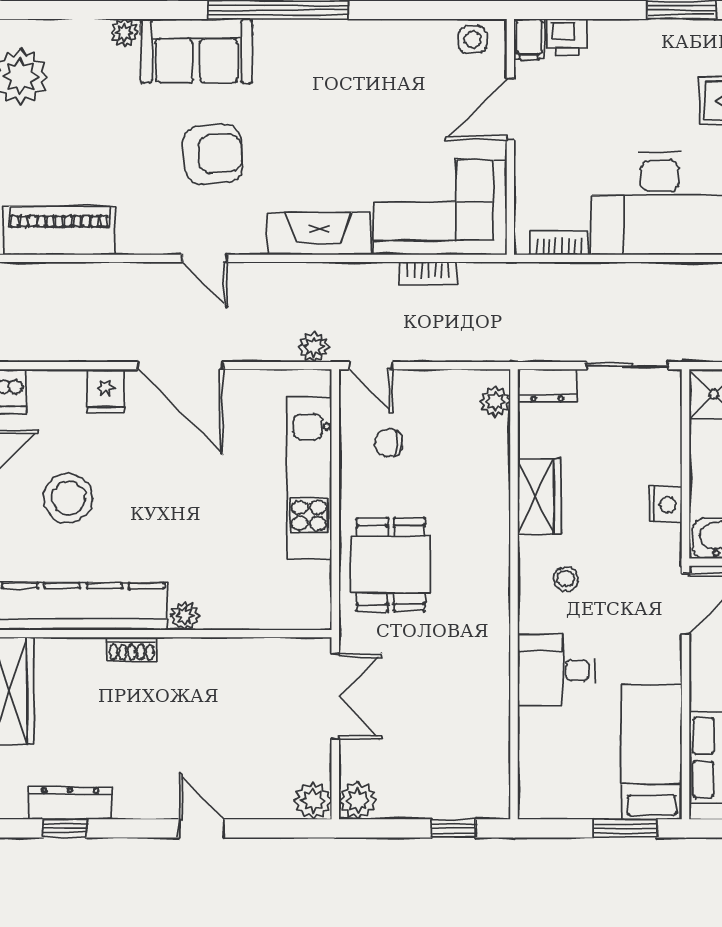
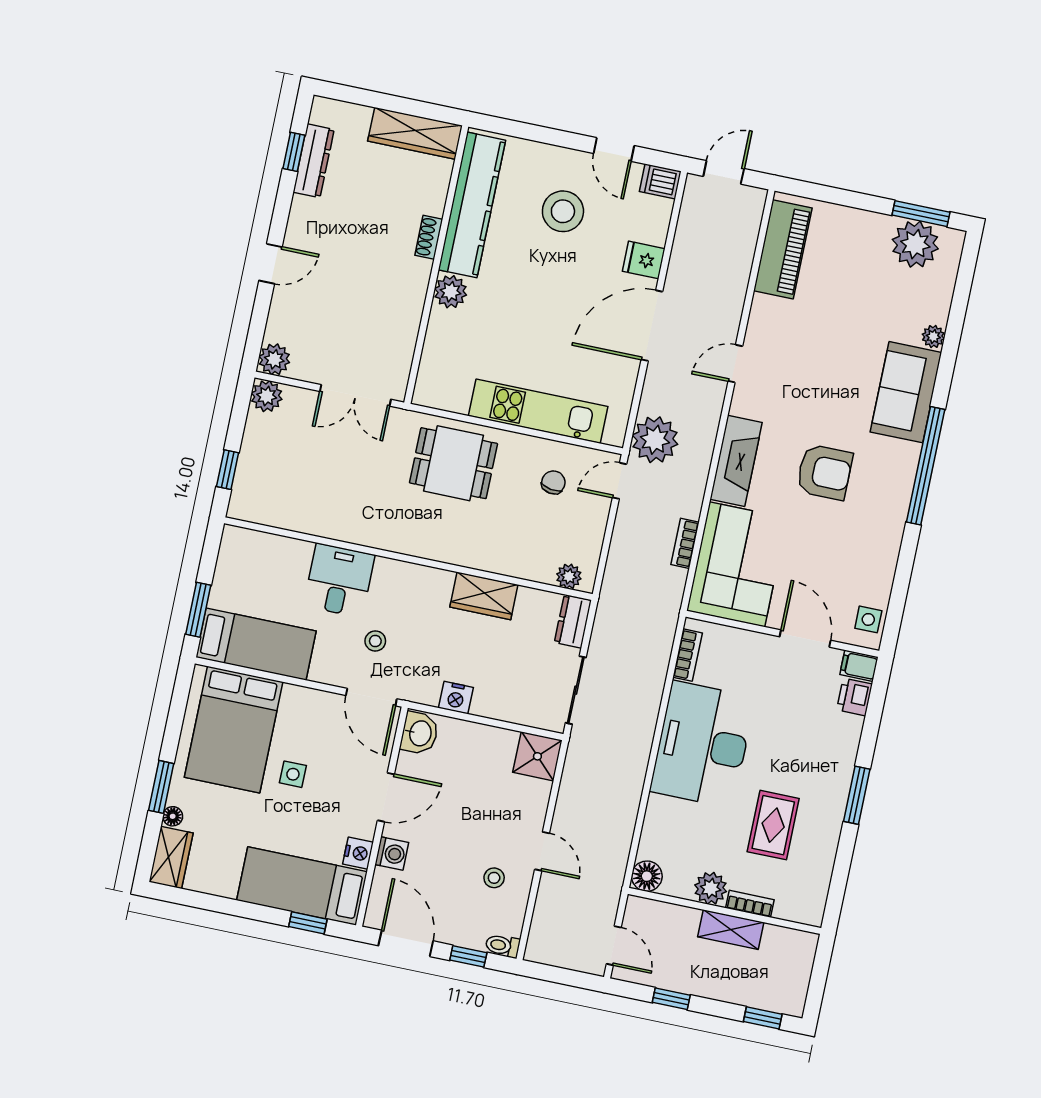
armchair: (213, 154) -> (825, 472), moved, turned -85
plant: (314, 347) -> (655, 440), width x1.88, depth x1.88
stool: (566, 579) -> (375, 641), moved
plant: (185, 616) -> (451, 292), width x1.38, depth x1.38

